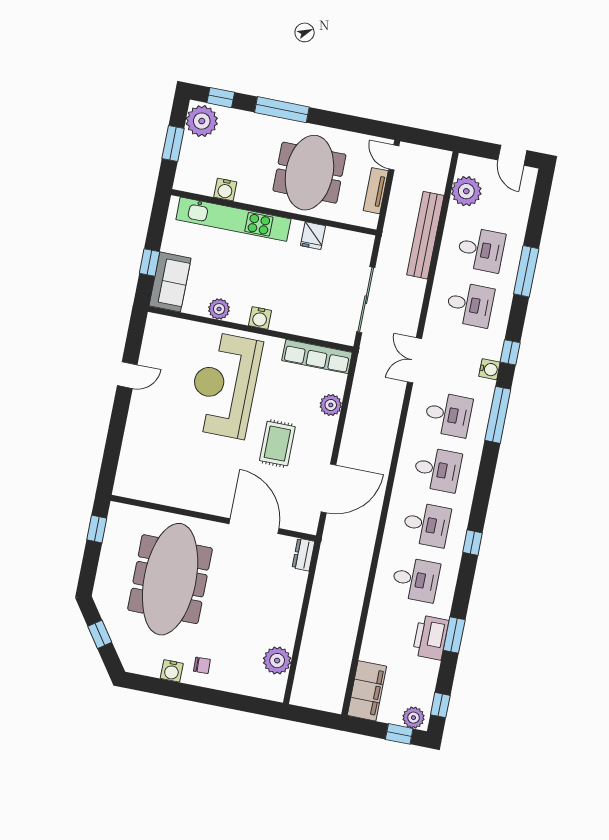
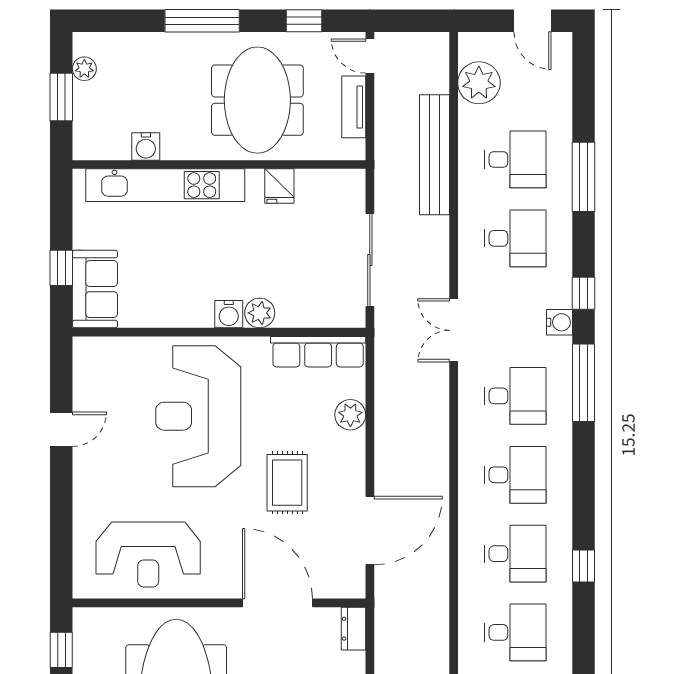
window: (221, 98) -> (304, 21), moved
plant: (202, 121) -> (84, 69), width x0.53, depth x0.53
plant: (219, 309) -> (260, 313), moved
reception desk: (171, 474) -> (148, 555), added

